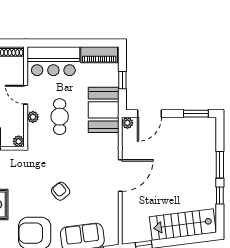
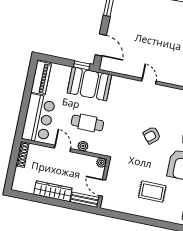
window: (122, 80) -> (82, 65), moved
door: (26, 95) -> (62, 148), swing flipped
plant: (127, 123) -> (105, 66), removed
door: (120, 176) -> (149, 81), width x0.53

